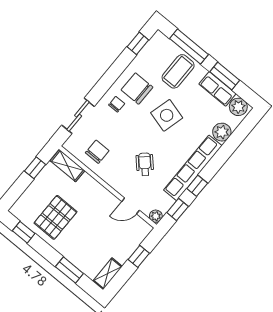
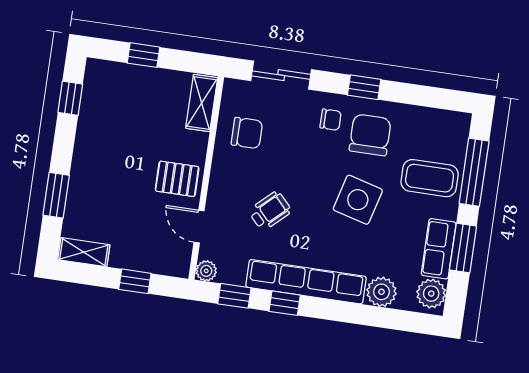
window: (138, 43) -> (364, 87), moved
window: (35, 168) -> (144, 55), moved
pallet: (56, 217) -> (177, 179), moved, width x0.67, depth x0.71

